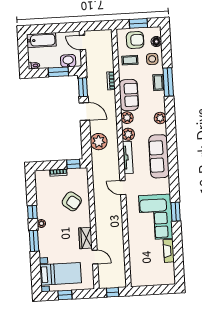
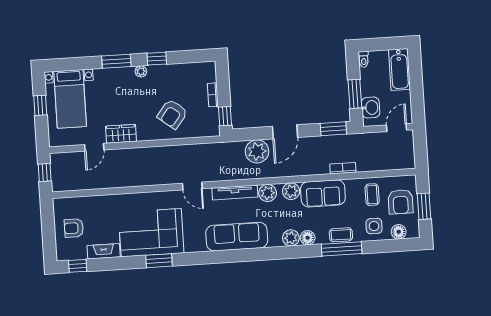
floor lamp: (160, 106) -> (308, 238), added
door: (84, 112) -> (285, 132), moved
door: (123, 188) -> (192, 186), swing flipped
window: (179, 269) -> (78, 266), added
armchair: (152, 272) -> (74, 228), added

